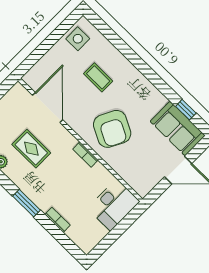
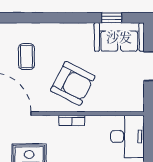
coffee table: (98, 77) -> (26, 57), turned 90

